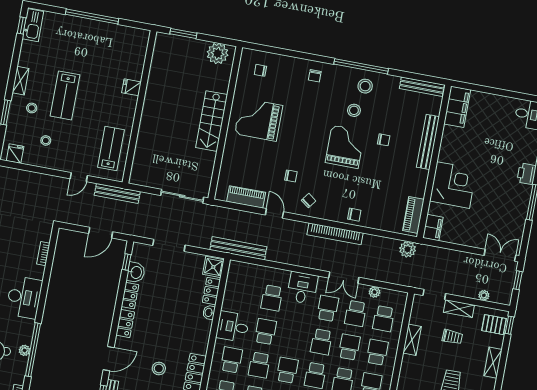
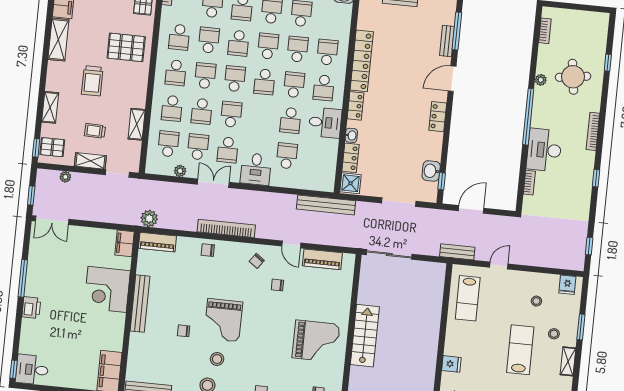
bench: (428, 142) -> (140, 304), moved
bench: (117, 193) -> (457, 252), width x0.73
piano: (413, 215) -> (157, 242), moved, turned 90
locker: (130, 296) -> (356, 106), moved, turned 180
desk: (24, 297) -> (544, 150), moved
window: (33, 350) -> (528, 117), moved
stool: (159, 368) -> (399, 73), removed

